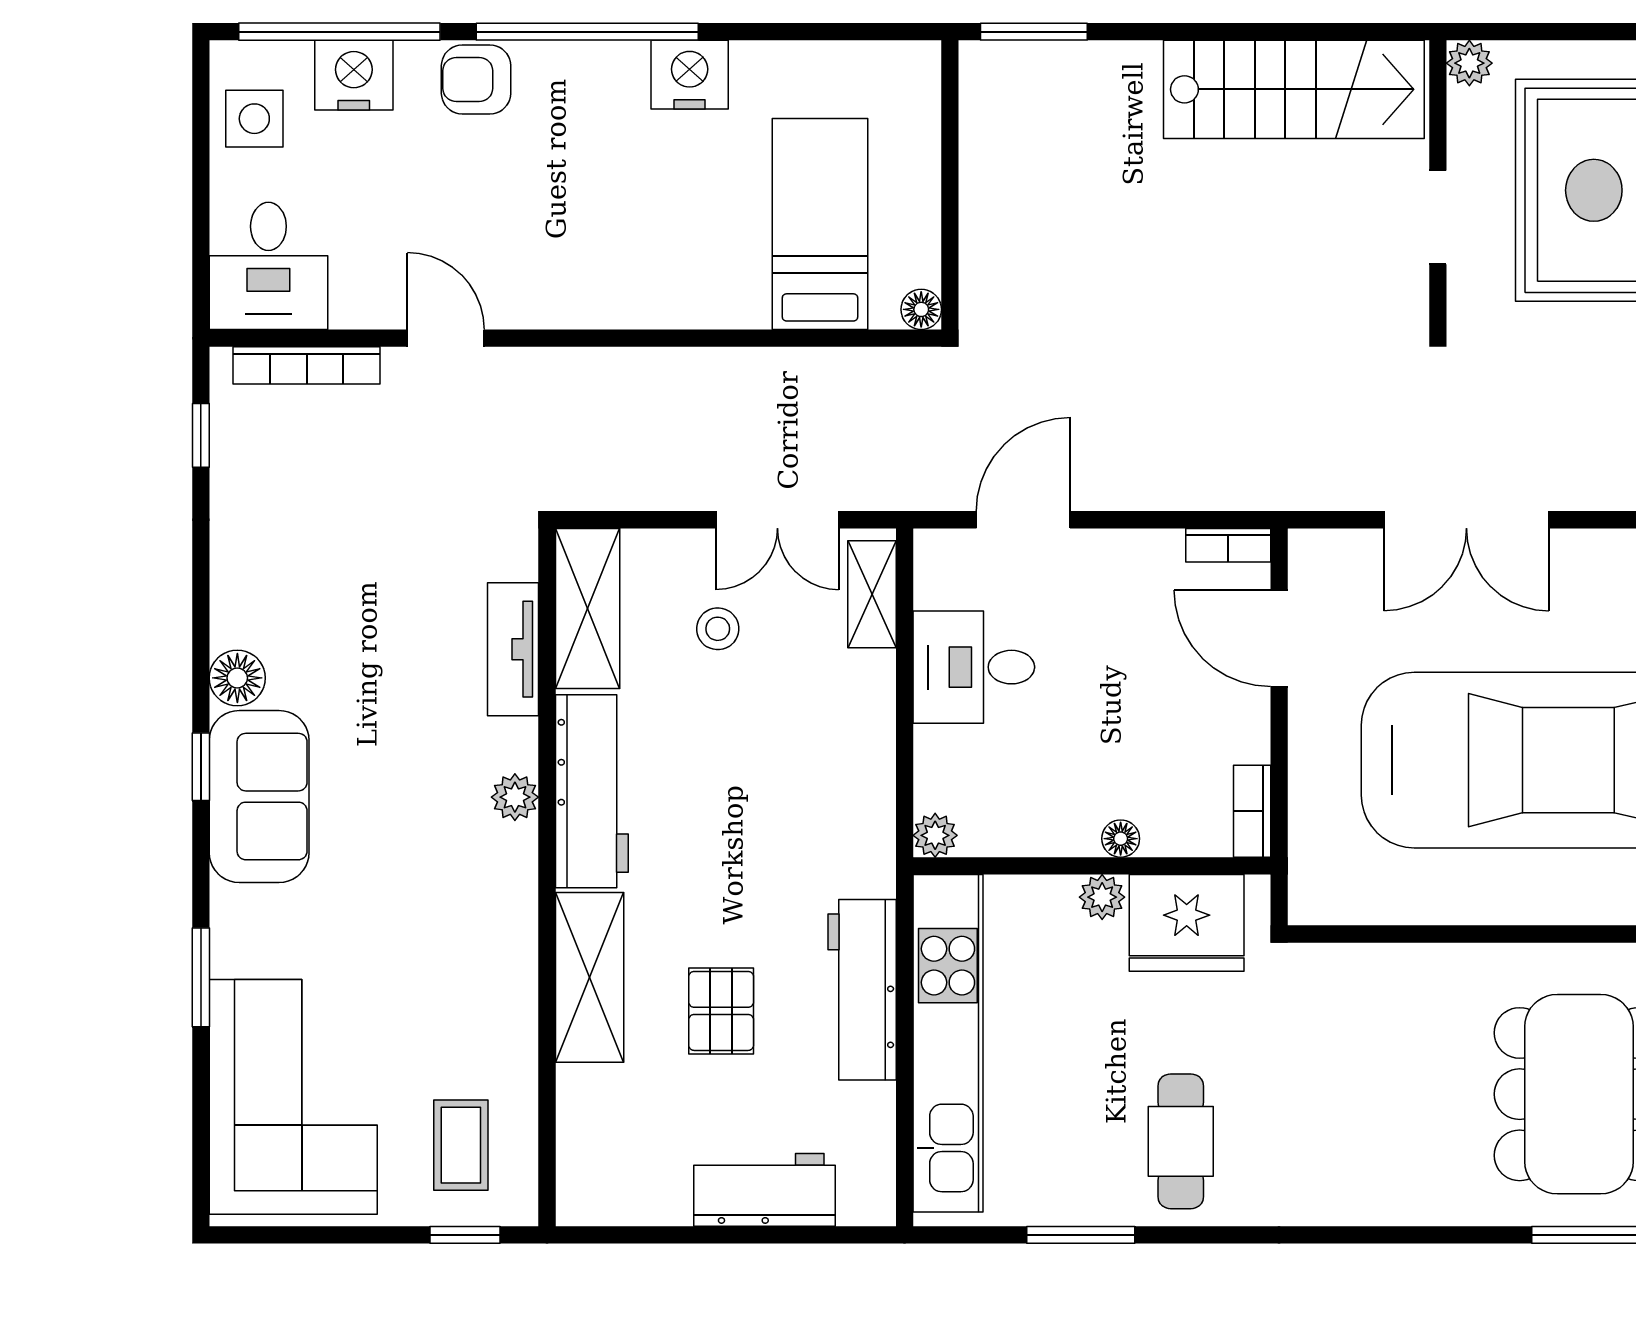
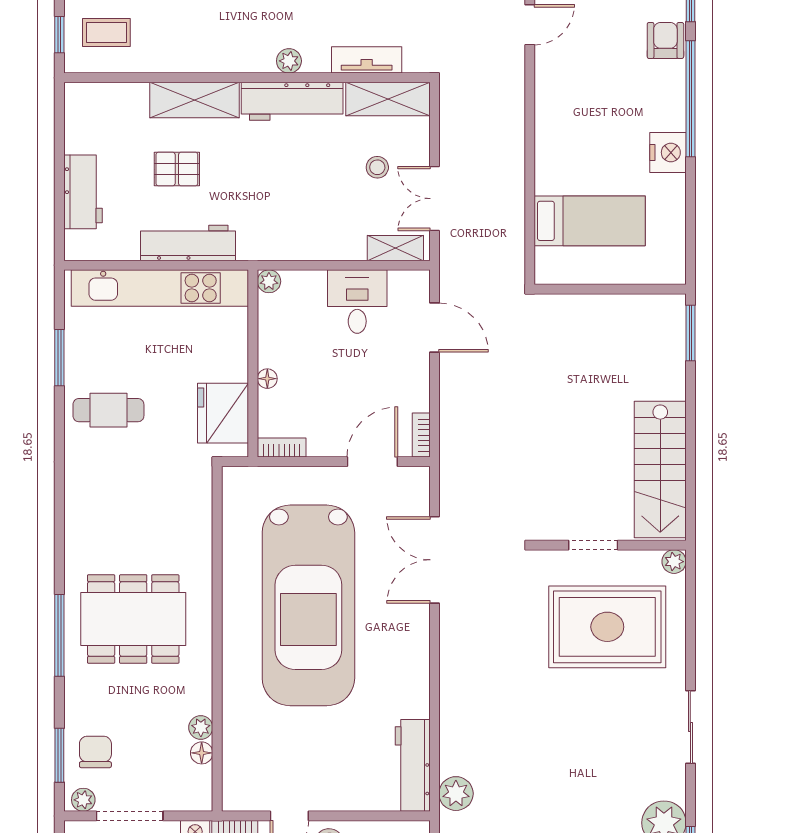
floor lamp: (921, 309) -> (545, 274), removed
plant: (1102, 897) -> (237, 369), removed

